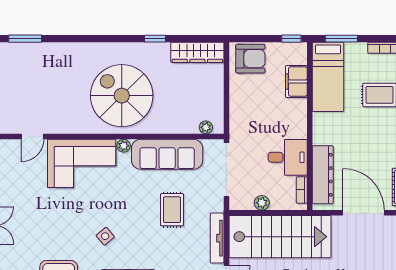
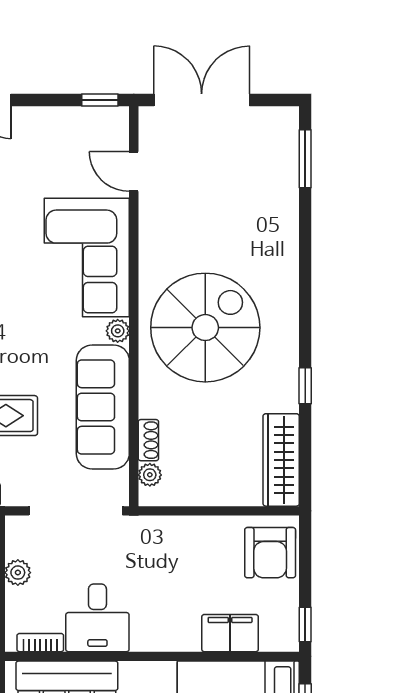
shoe rack: (186, 128) -> (148, 440), added

